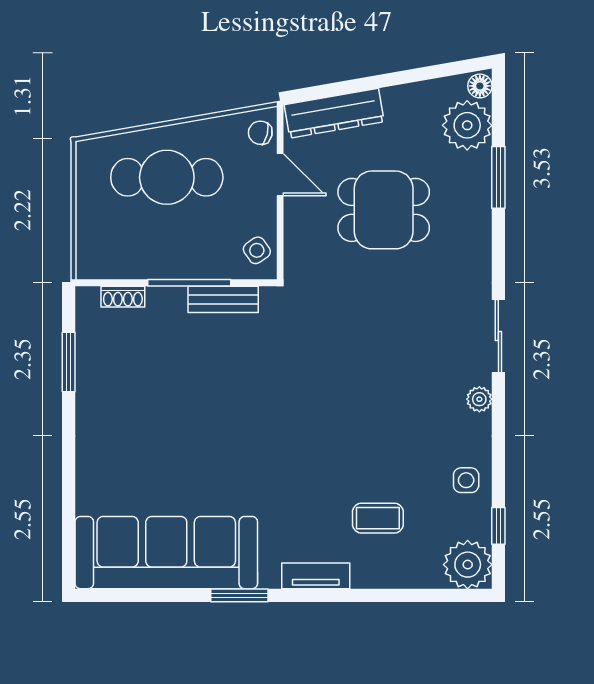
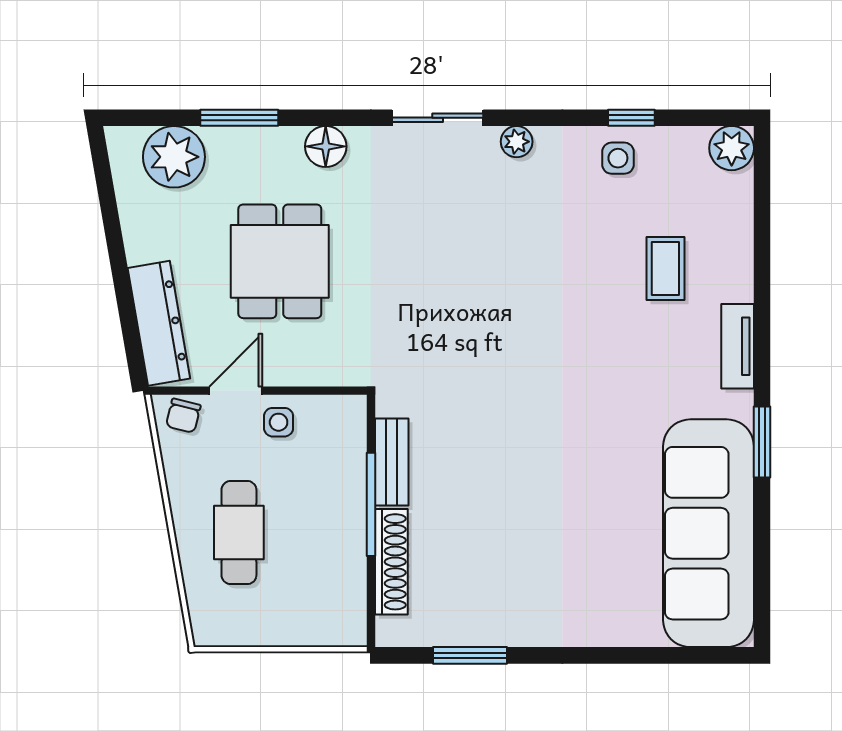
floor lamp: (480, 86) -> (326, 146), moved, width x1.37, depth x1.37
cafe table: (167, 177) -> (239, 533), width x0.73, depth x0.74
side table: (257, 250) -> (279, 422), moved, turned 35
shoe rack: (123, 297) -> (391, 562), width x1.94, depth x1.24
window: (498, 526) -> (631, 118), moved
plant: (468, 565) -> (732, 148), width x0.73, depth x0.73

